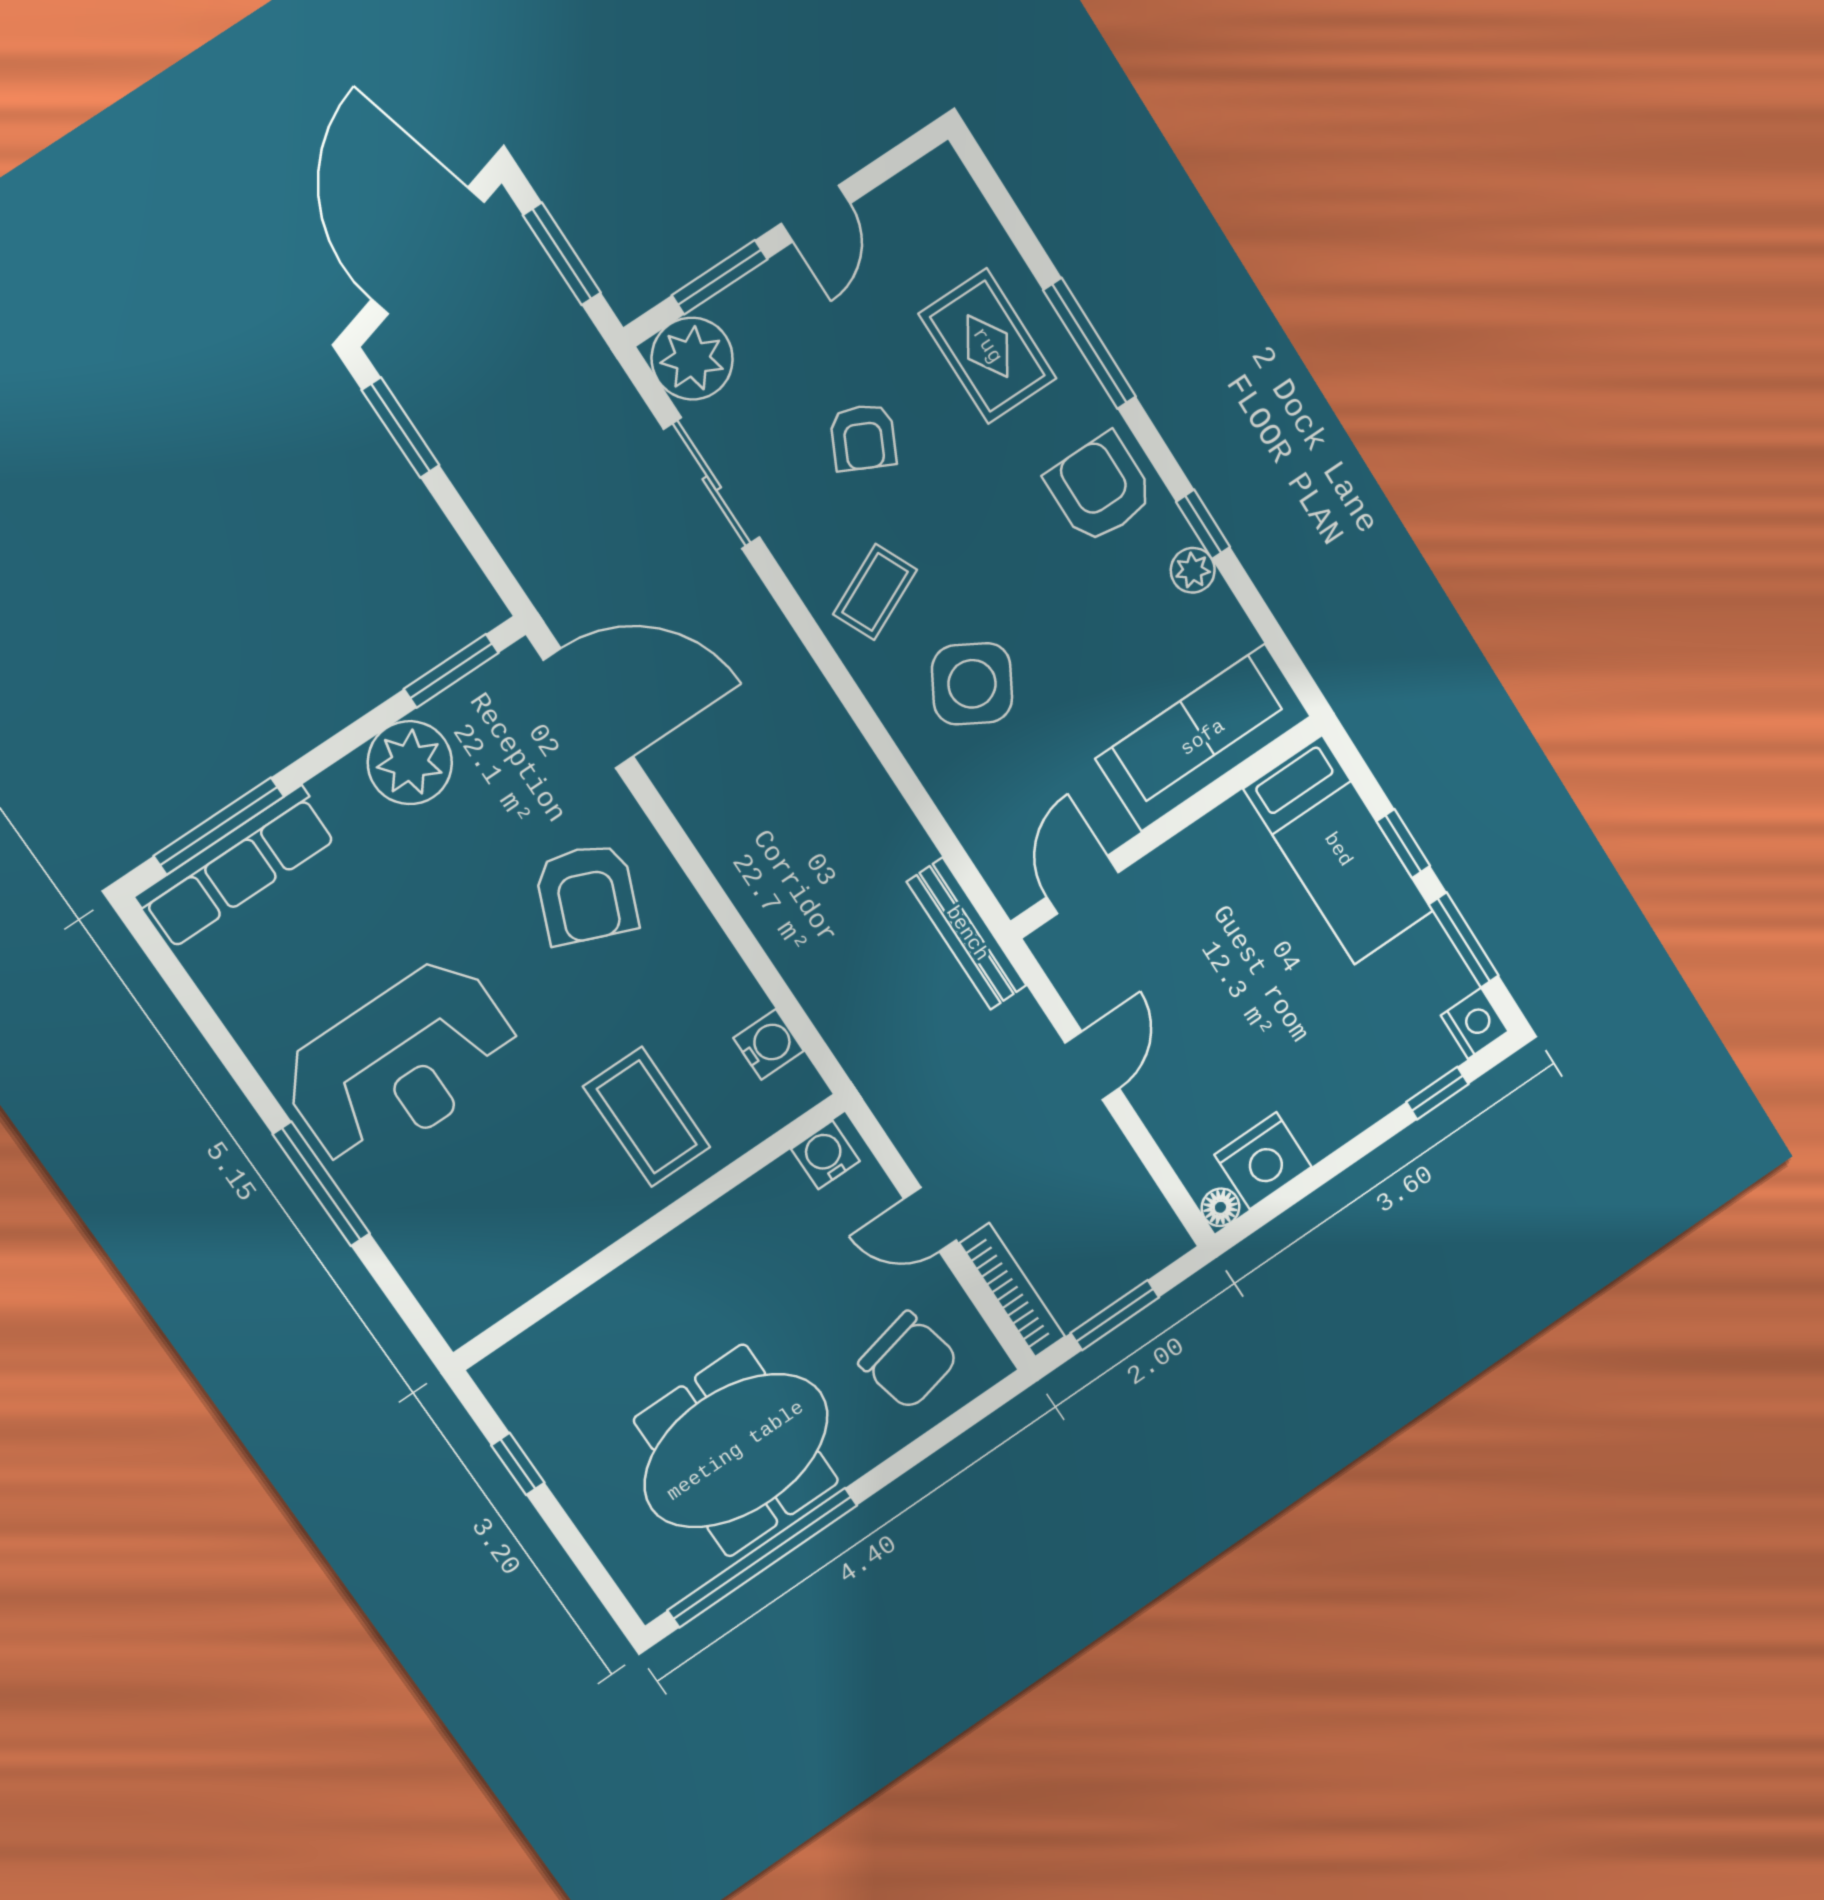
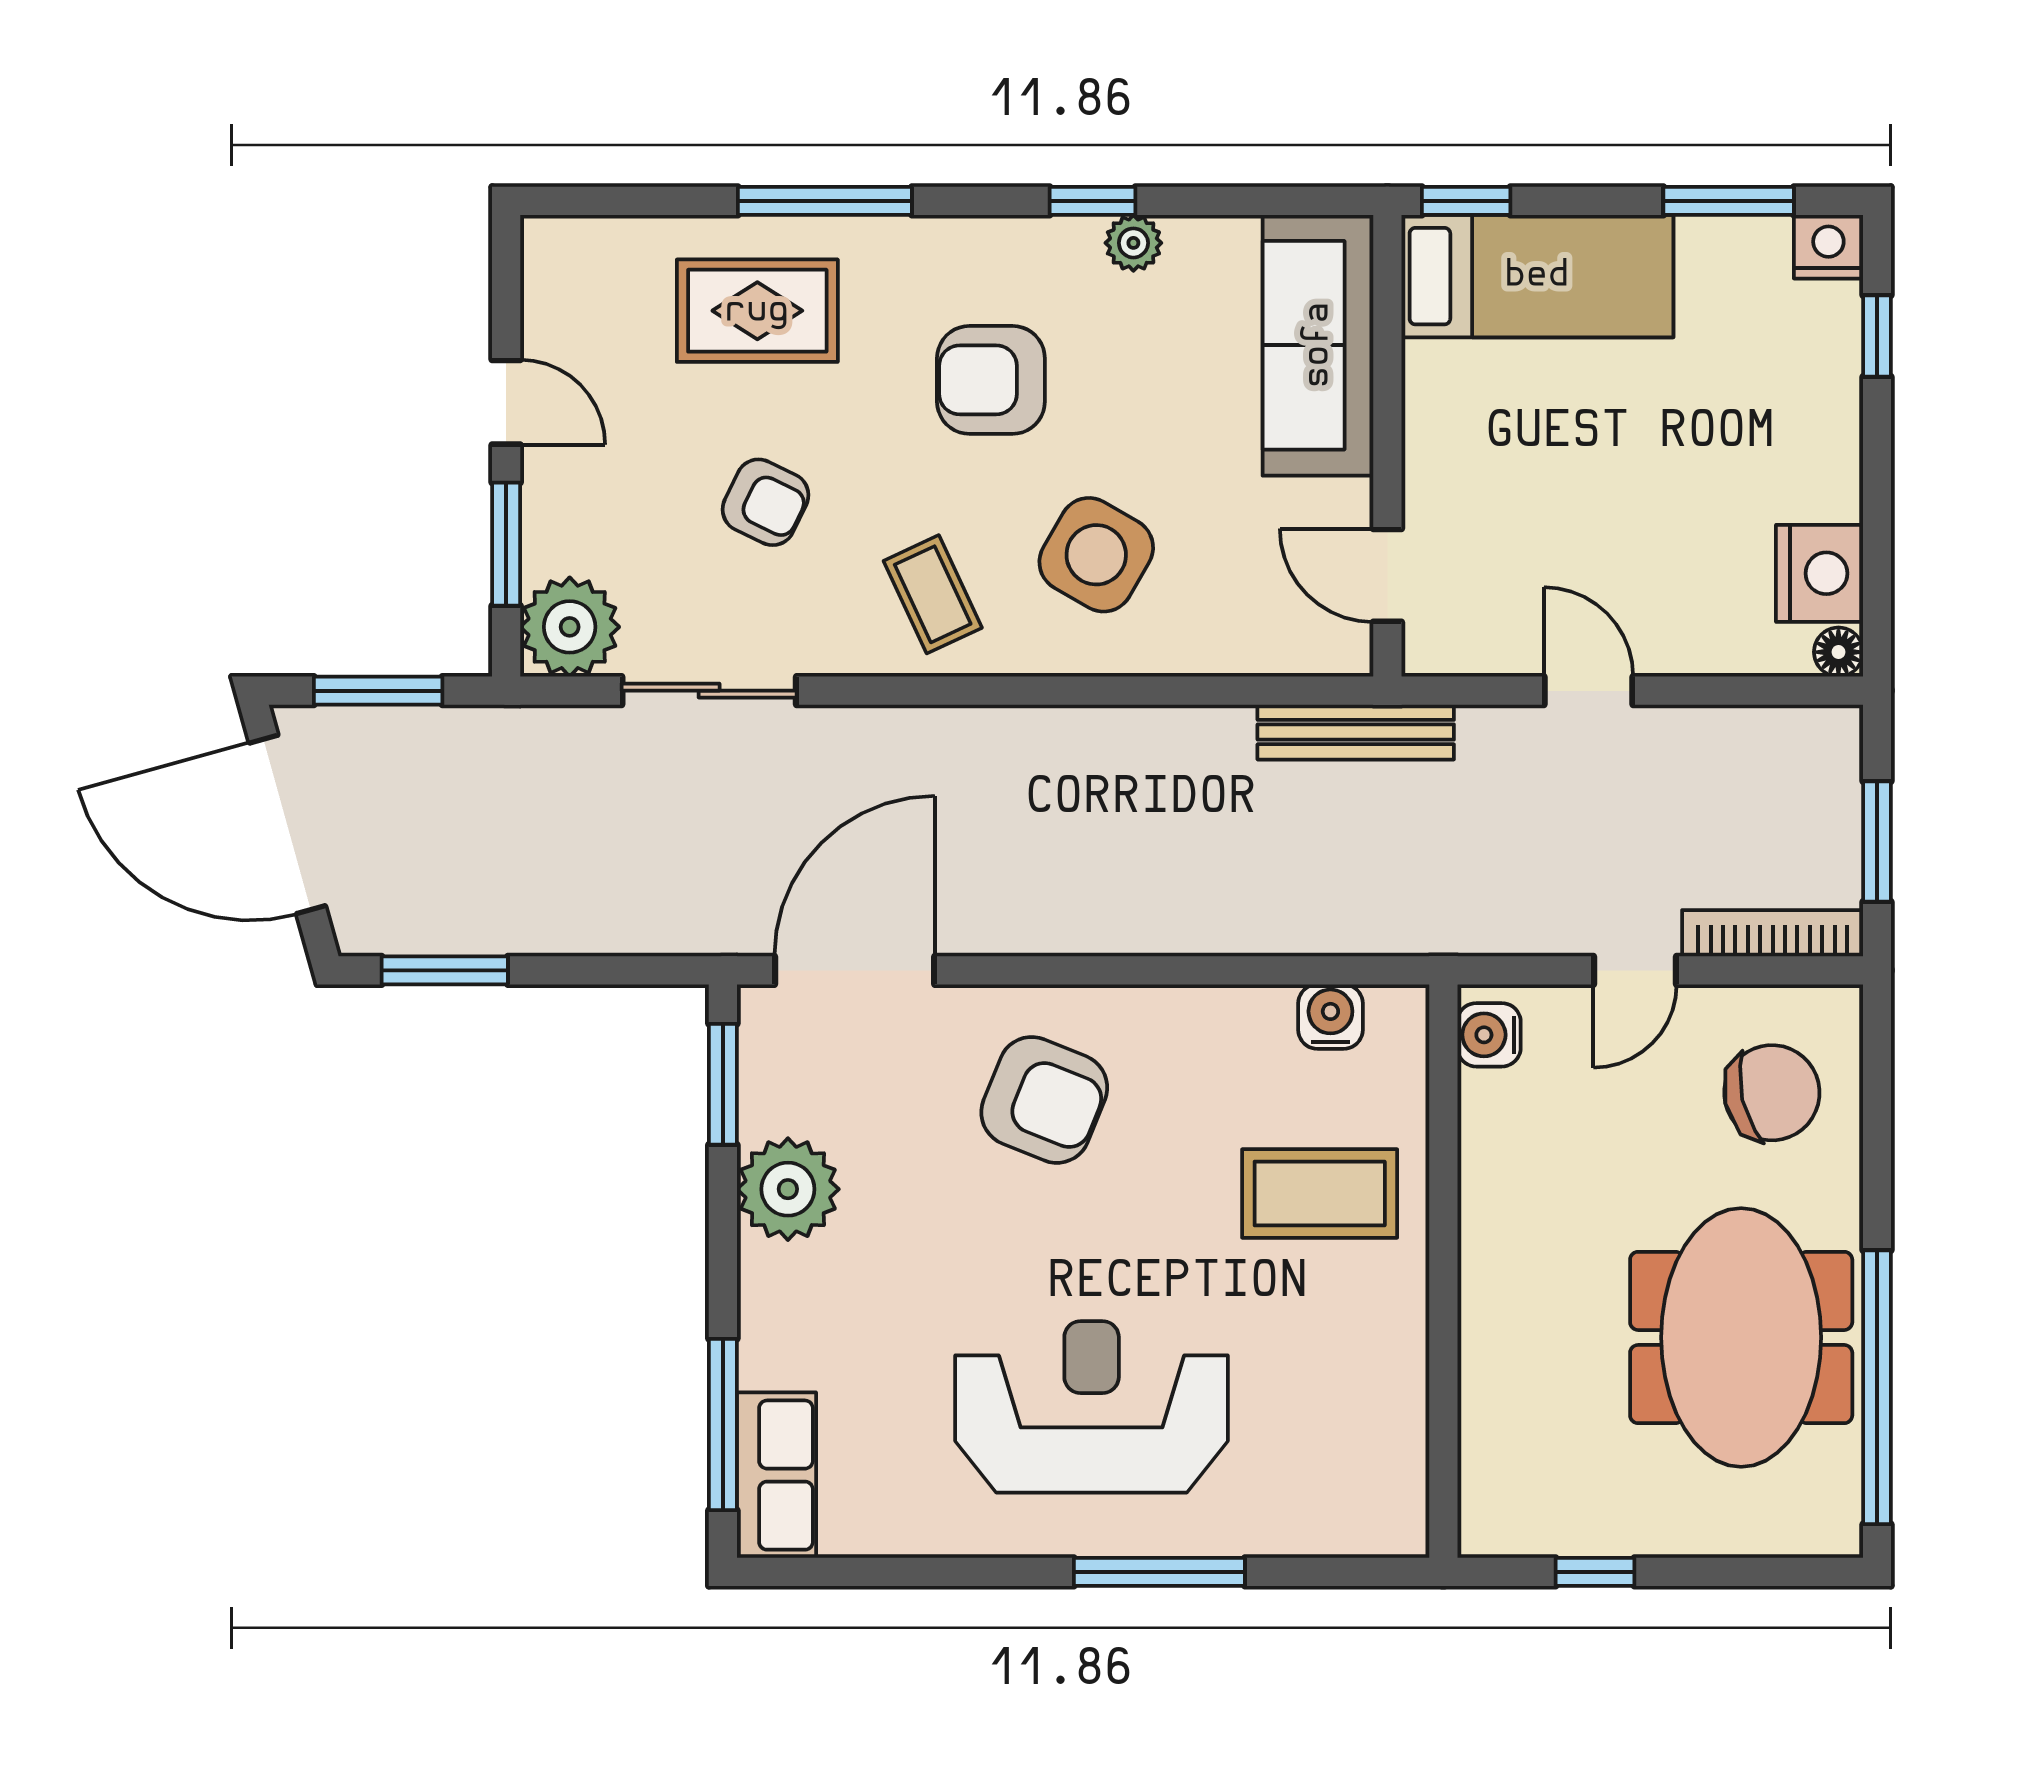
armchair: (1100, 488) -> (991, 380), moved
window: (1403, 844) -> (1466, 201), moved
row of seats: (236, 867) -> (776, 1475), width x0.68
reception desk: (401, 1064) -> (1092, 1407), turned -90

